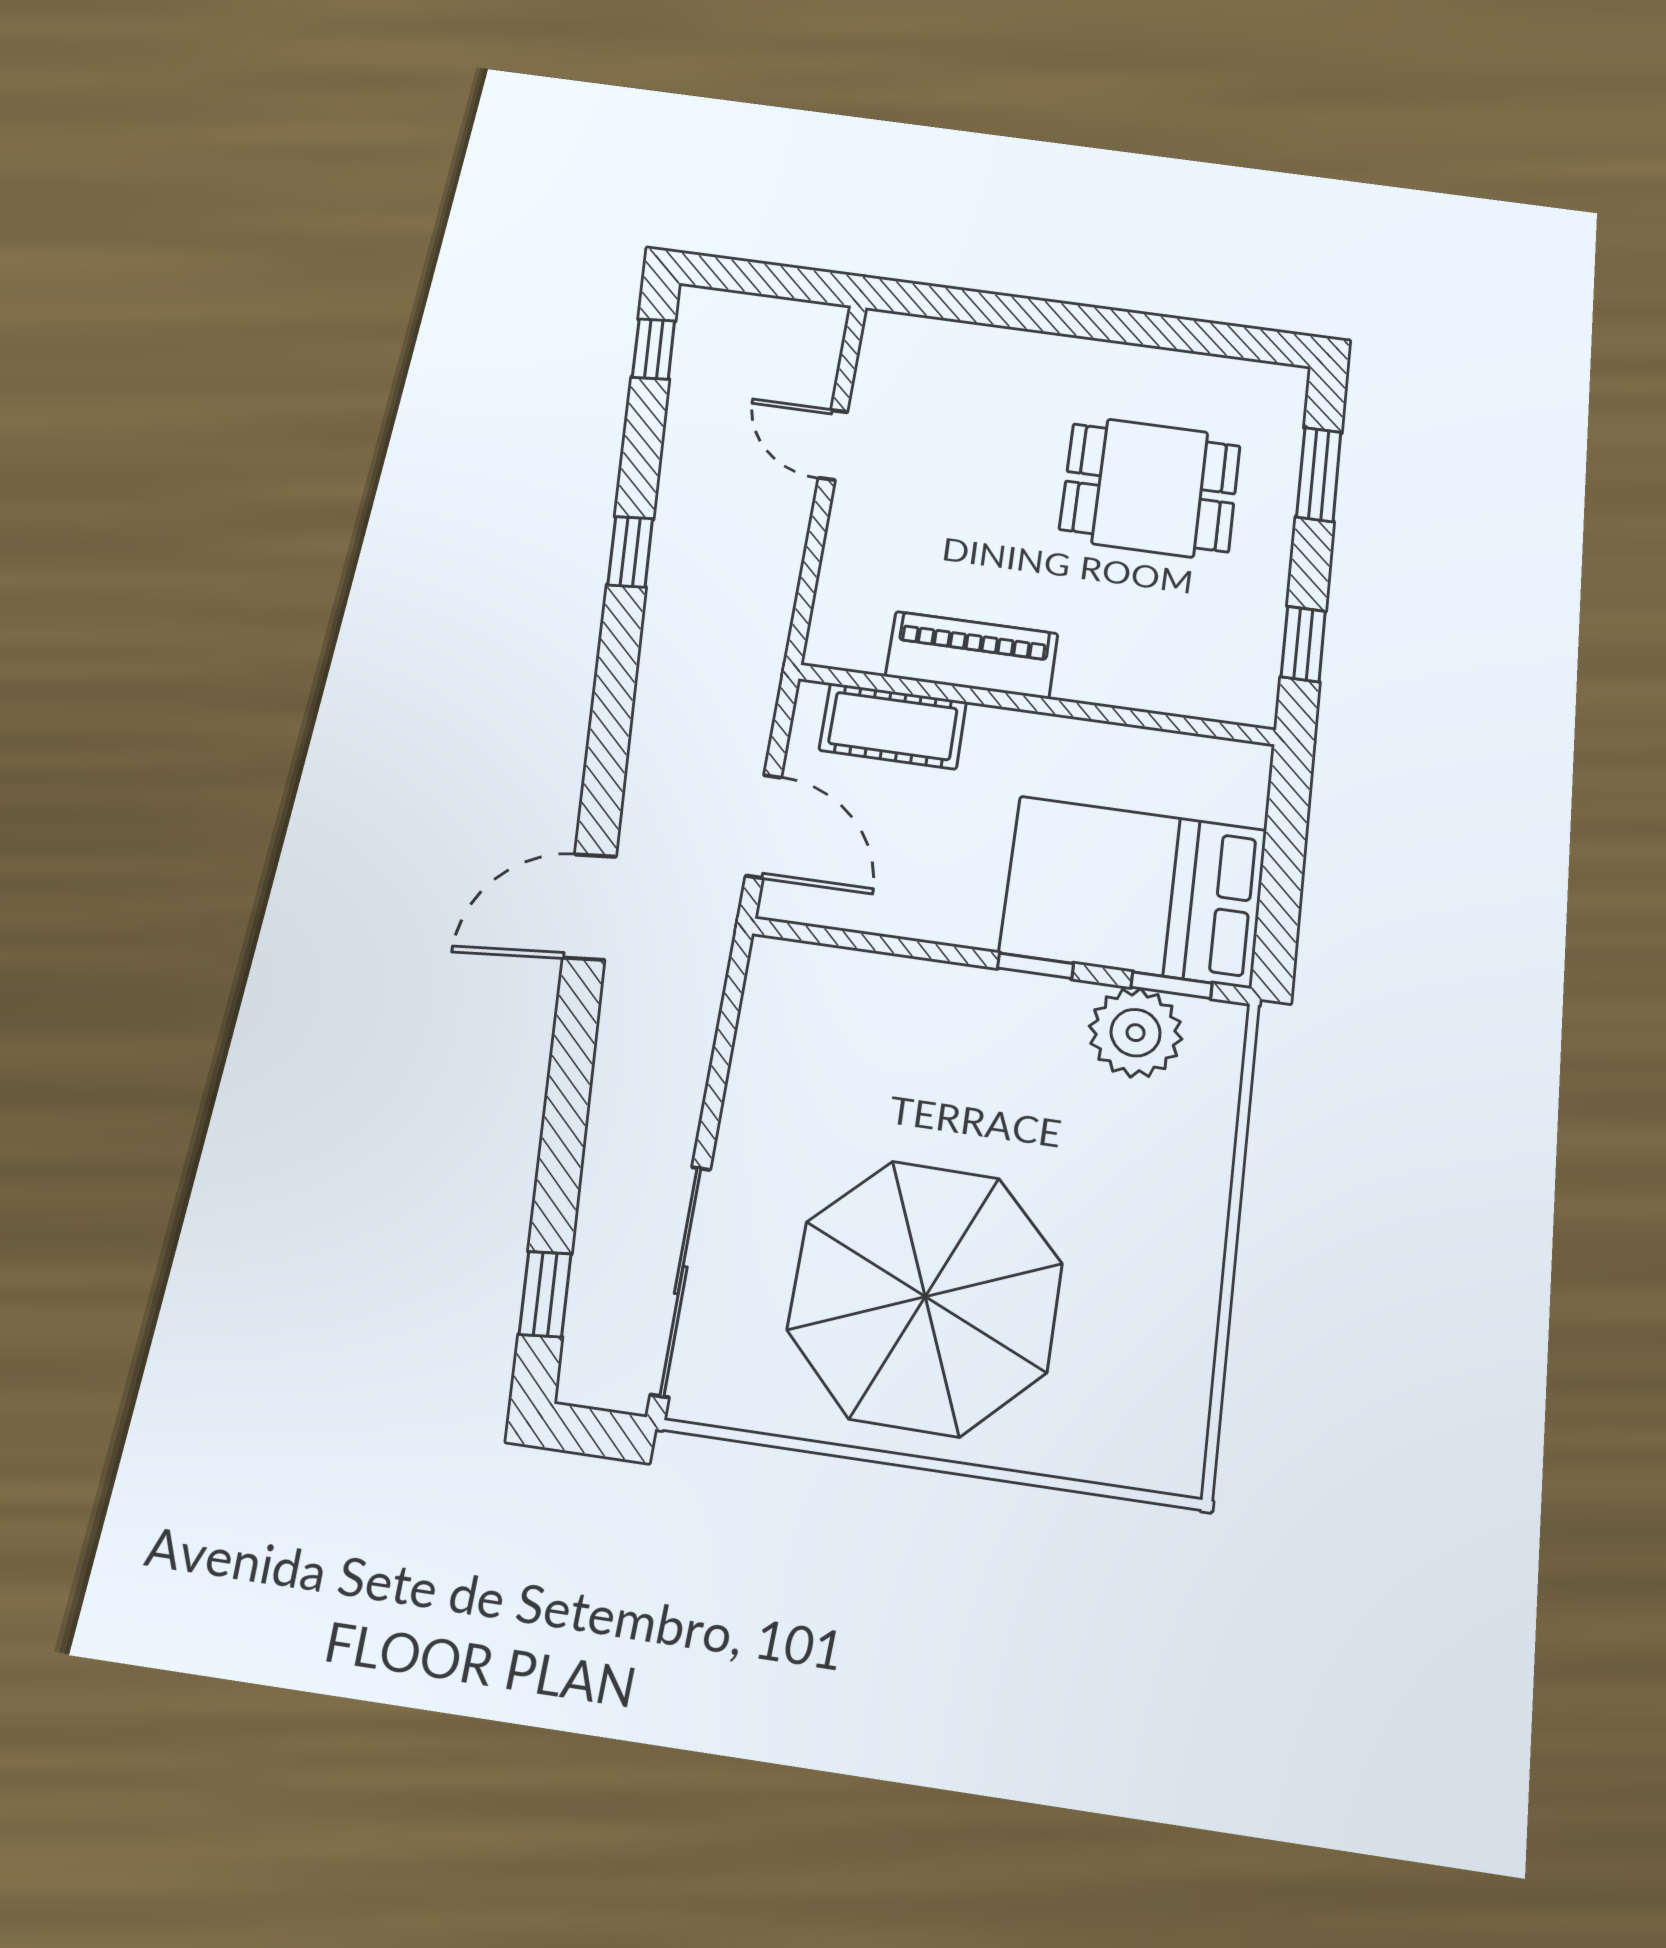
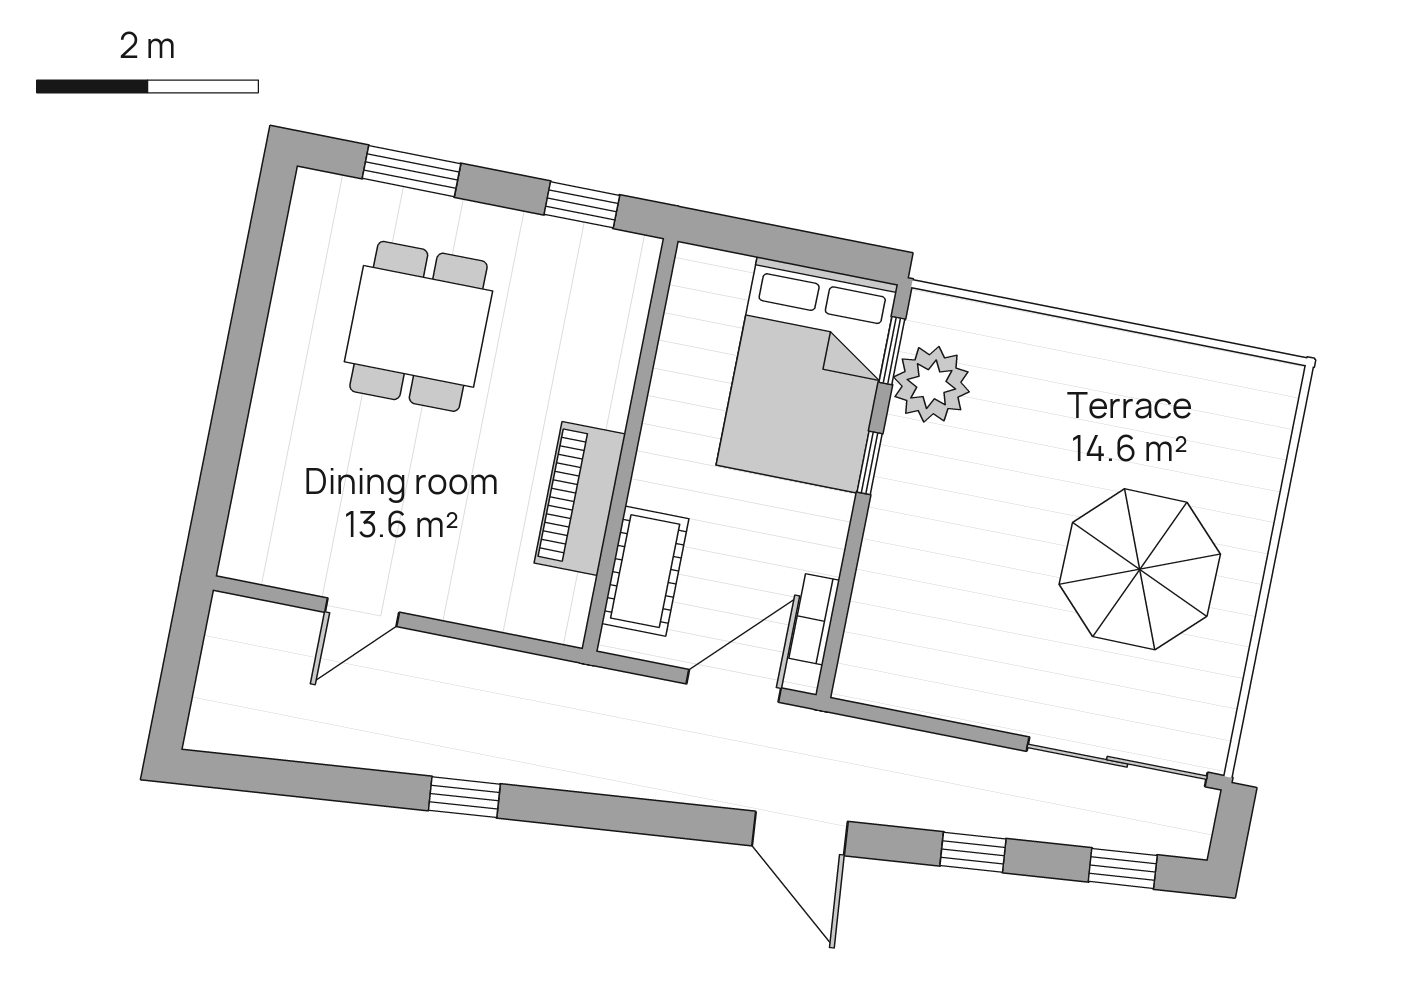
window: (654, 349) -> (973, 852), moved
bookcase: (845, 912) -> (814, 619), added
parasol: (925, 1297) -> (1140, 569), width x0.73, depth x0.73

